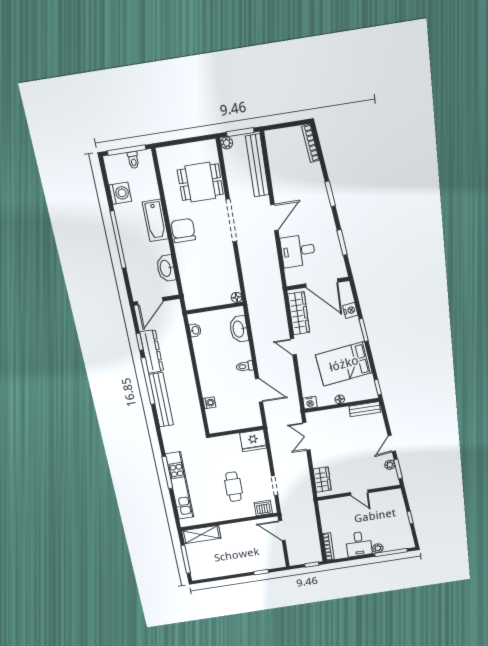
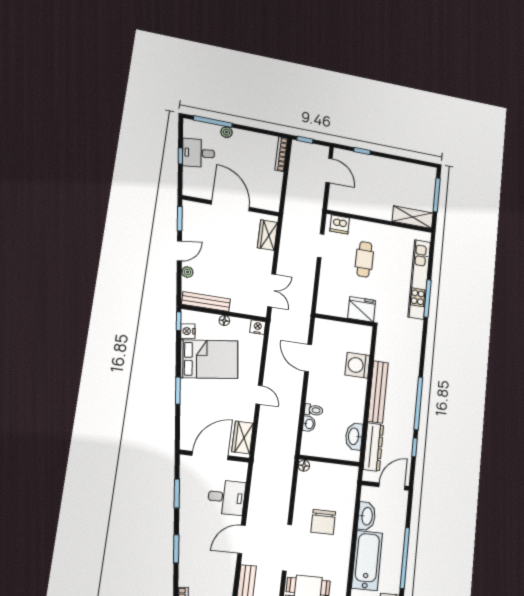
bathtub: (155, 220) -> (367, 561), width x1.36, depth x1.36
chair: (183, 231) -> (323, 522), moved
door: (322, 283) -> (210, 456), hinge flipped
nightstand: (350, 310) -> (188, 331), moved
wardrobe: (299, 313) -> (243, 437), width x0.67
washbasin: (239, 329) -> (309, 424), width x0.52, depth x0.69
washbasin: (195, 330) -> (354, 436), width x1.91, depth x1.45
dresser: (152, 352) -> (373, 447), moved, turned 180
toilet: (245, 366) -> (314, 410), moved
bench: (161, 400) -> (378, 392), moved
washing machine: (209, 403) -> (357, 365), width x1.89, depth x1.89
bench: (365, 409) -> (206, 302), width x1.36
fridge: (253, 441) -> (362, 309), moved
plant: (390, 465) -> (187, 272), moved
door: (359, 493) -> (230, 206), width x1.87
door: (282, 531) -> (329, 170), moved
desk: (359, 544) -> (198, 153), moved, turned -97

